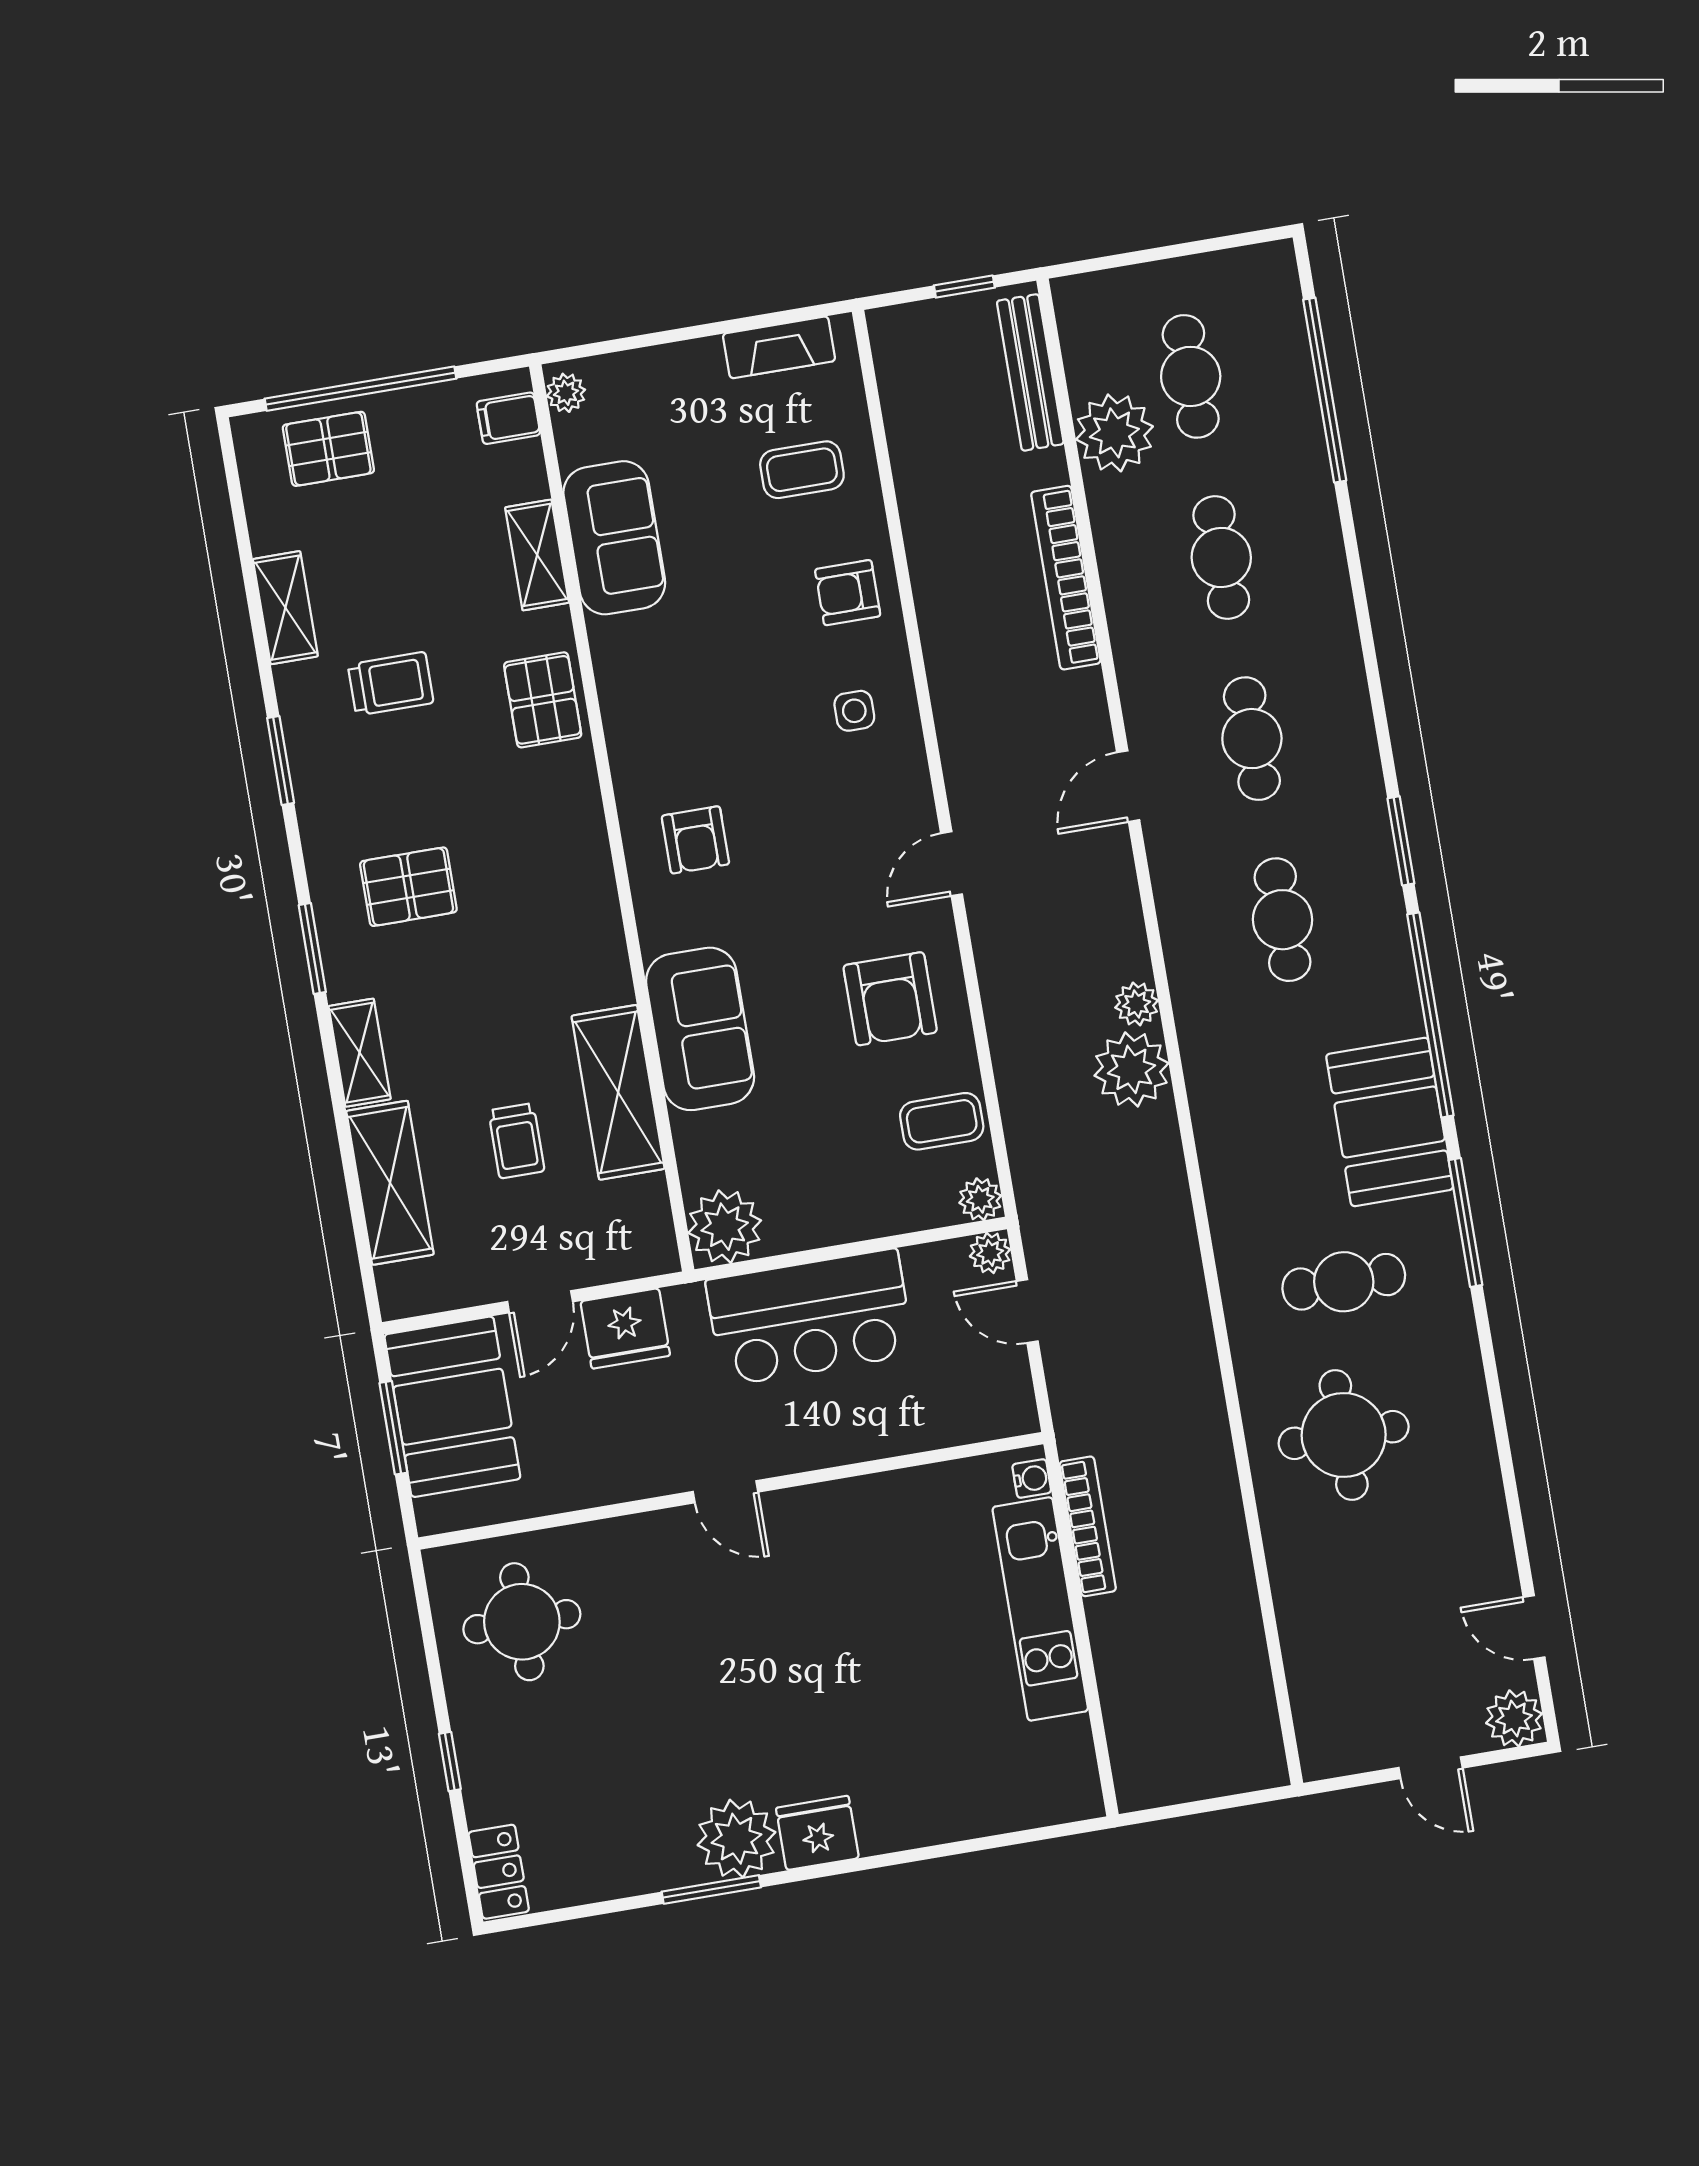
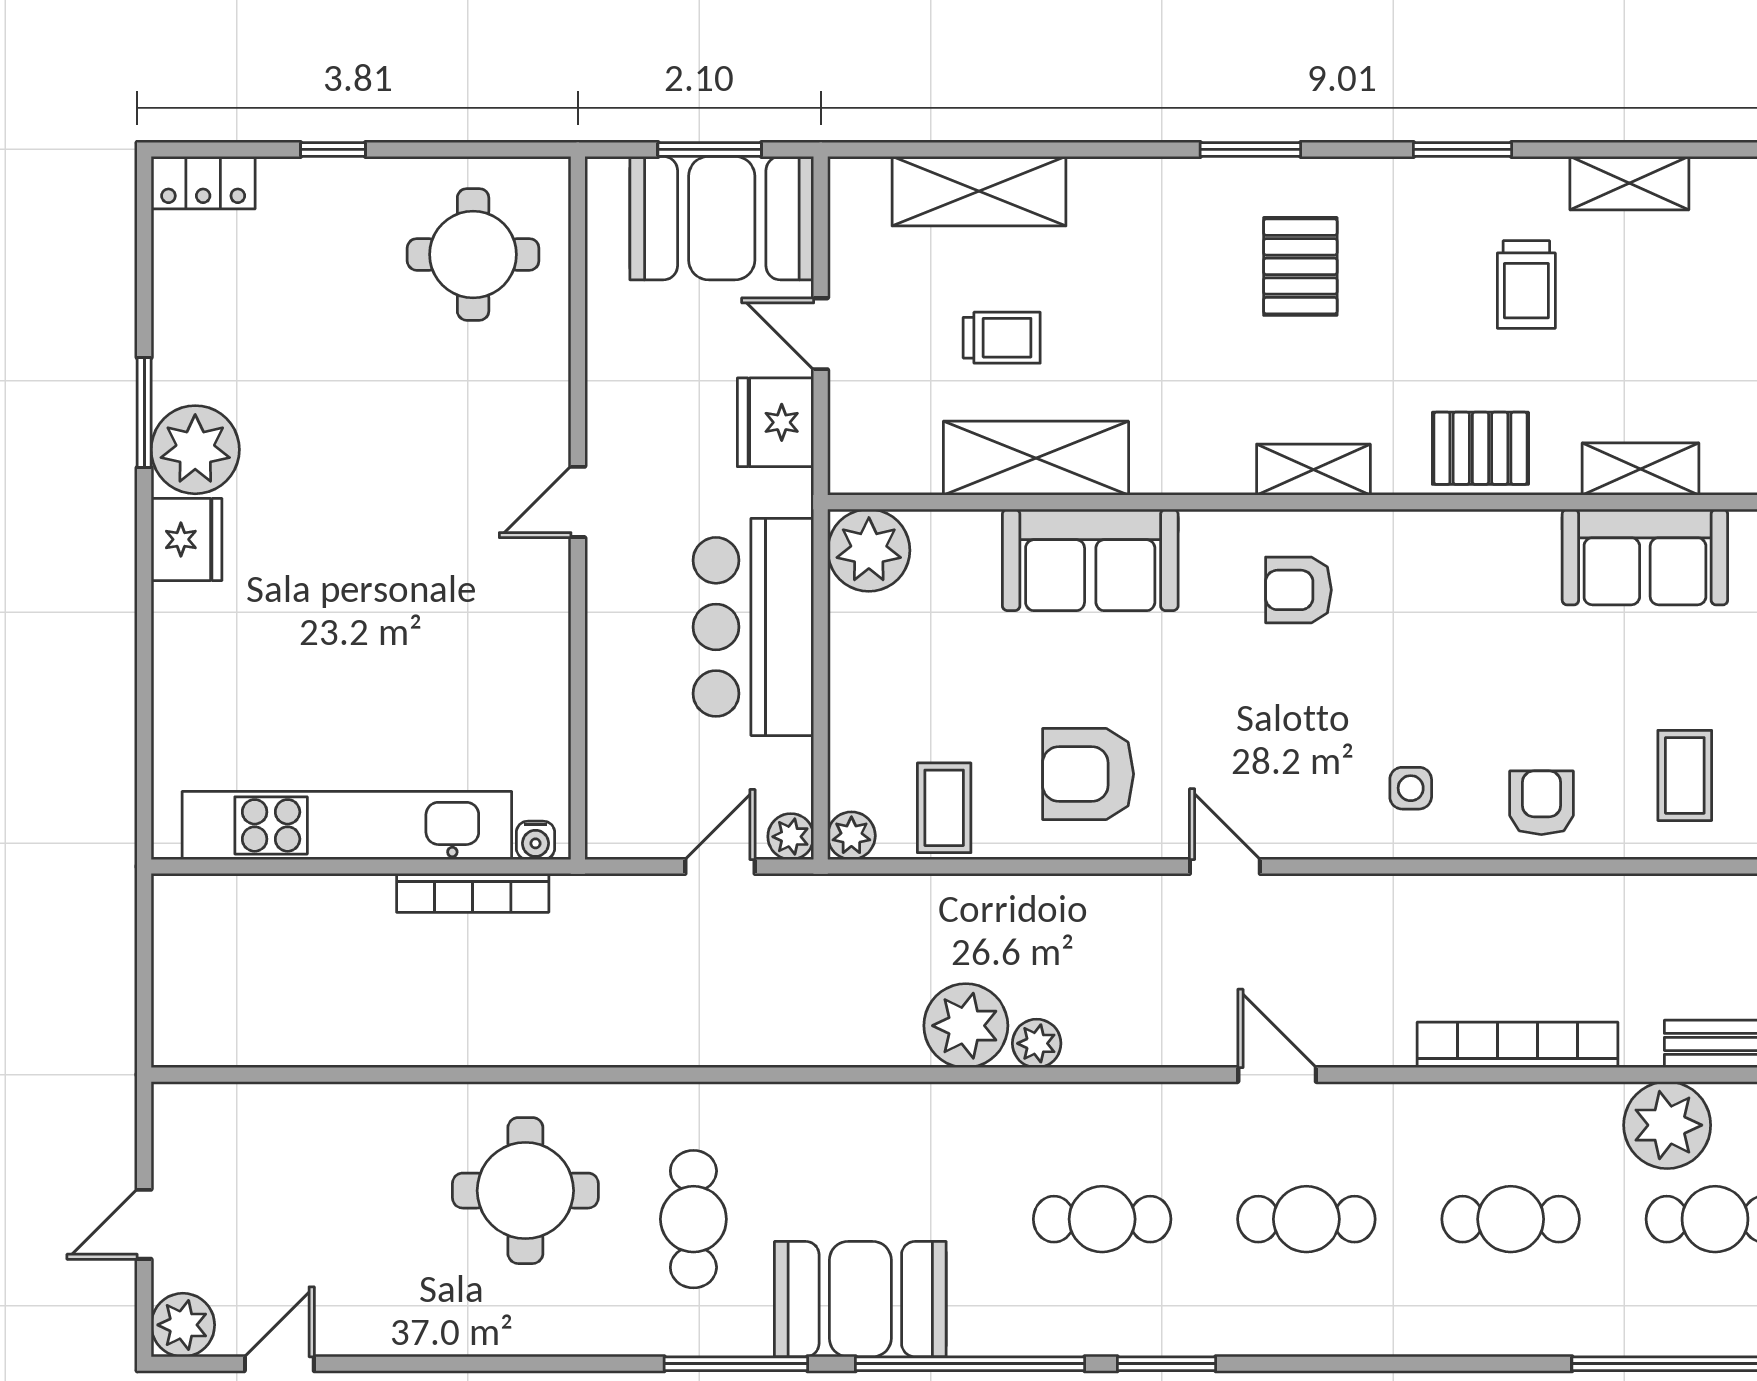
shelving: (360, 1053) -> (1313, 470), moved
trolley: (516, 1141) -> (1002, 338), turned 180
kitchen unit: (1040, 1609) -> (347, 825), width x1.36

